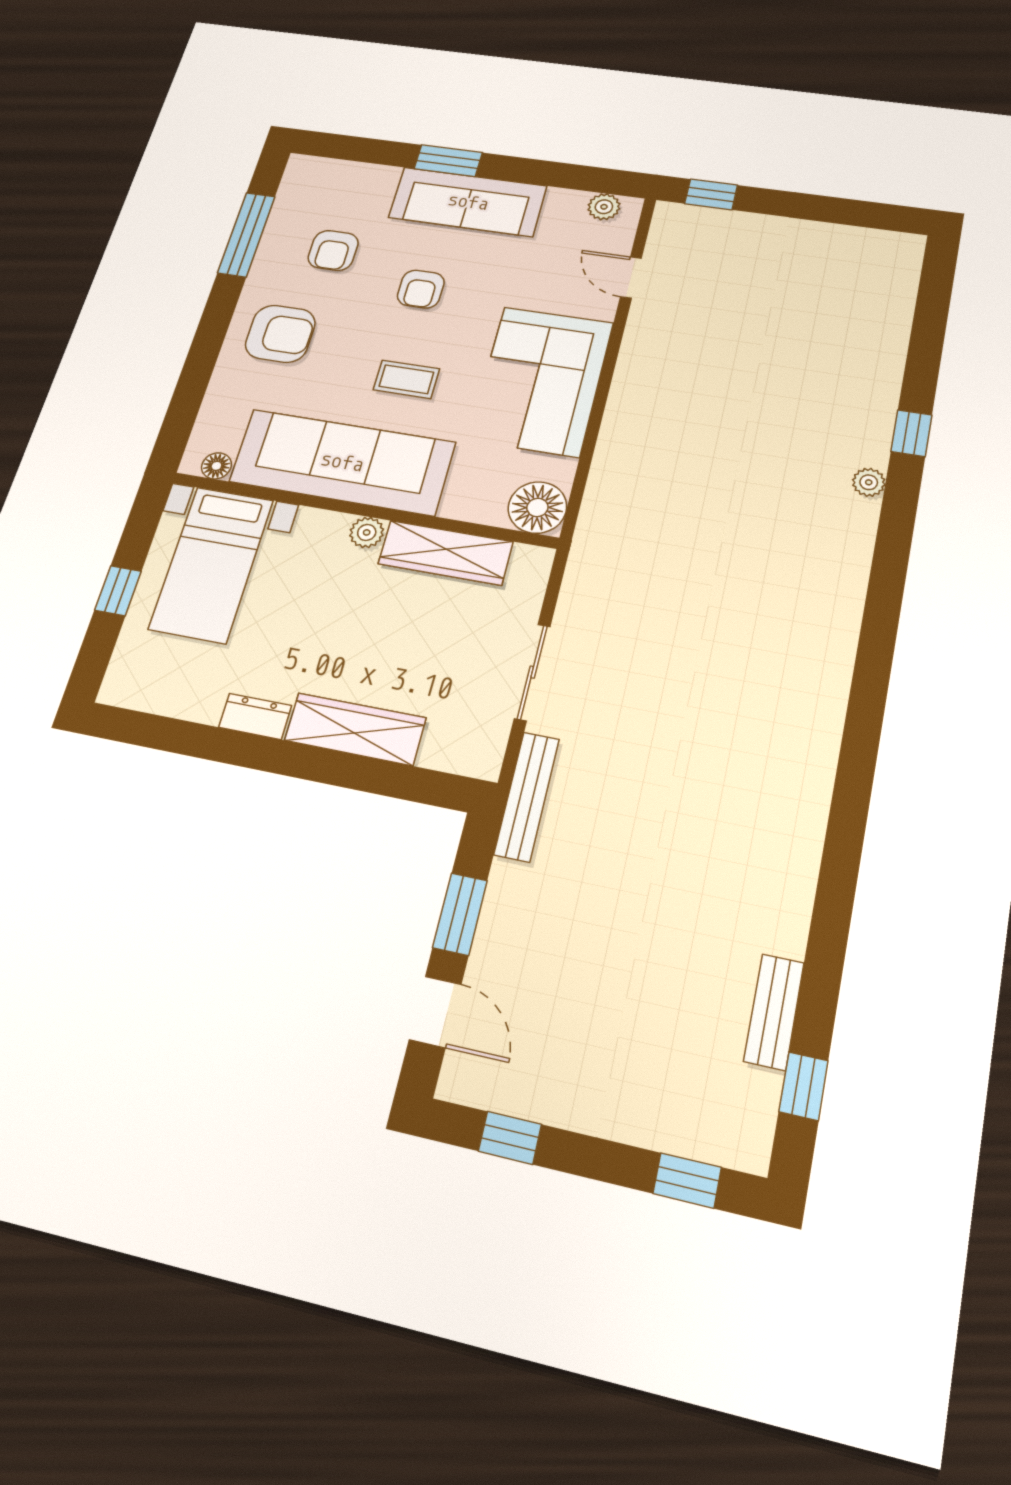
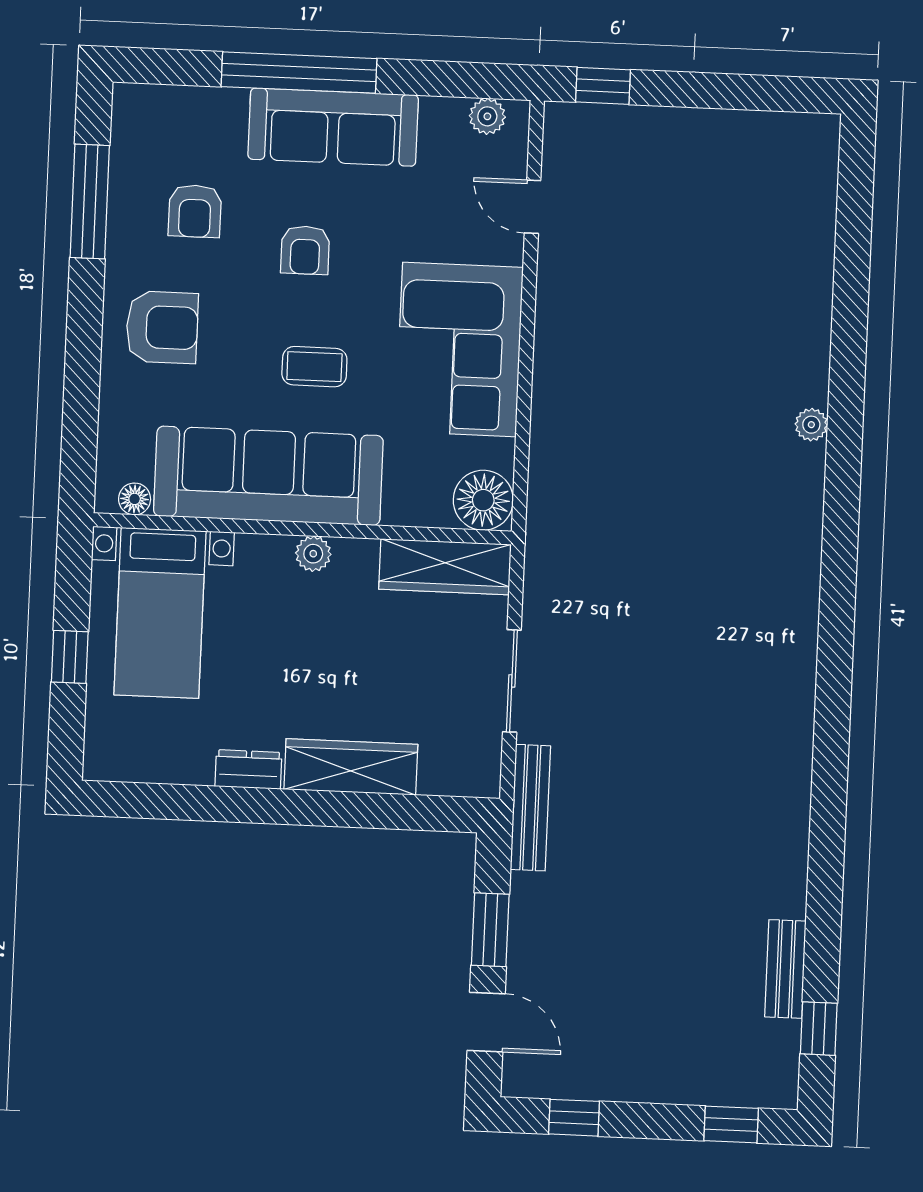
window: (448, 161) -> (299, 73), width x2.11
window: (911, 433) -> (848, 362), removed
wardrobe: (446, 553) -> (445, 567), moved

